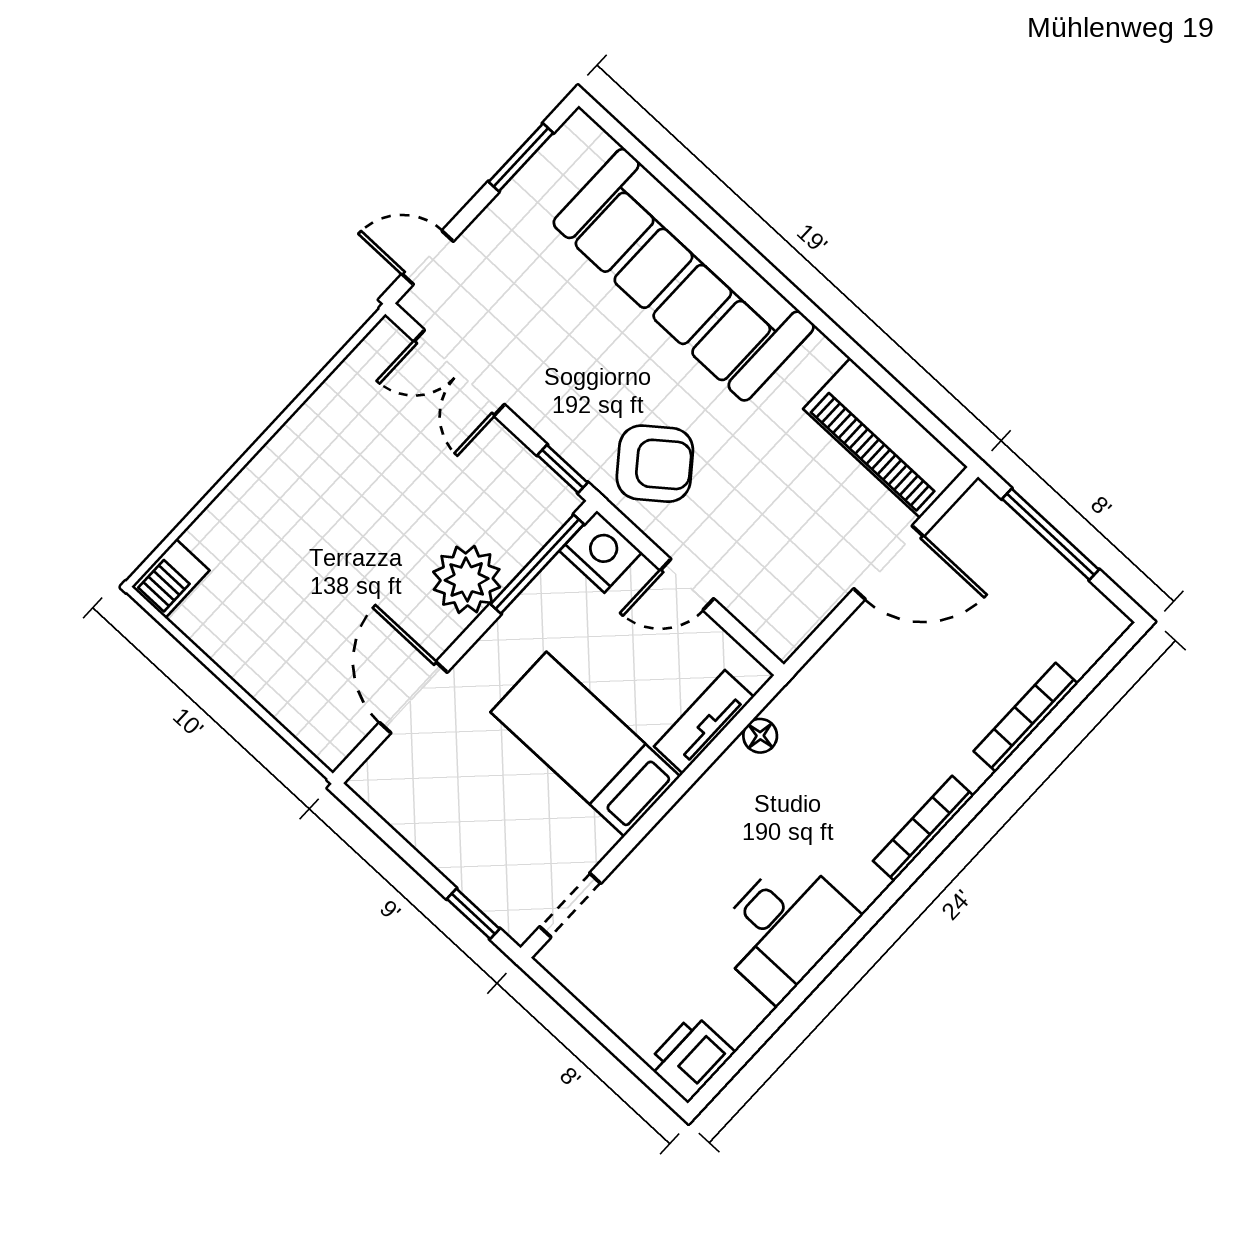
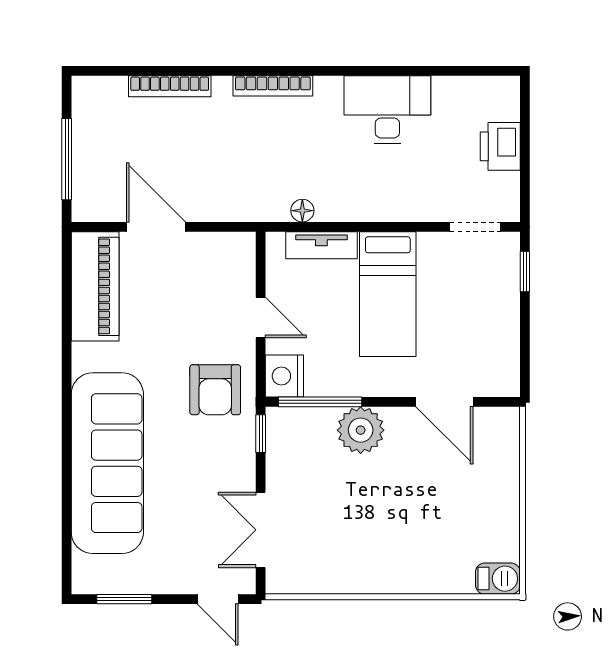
double door: (459, 373) -> (261, 530), swing flipped
armchair: (655, 464) -> (215, 390), turned -142
door: (413, 697) -> (444, 402), hinge flipped
printer: (690, 1058) -> (500, 146), moved, turned 90

